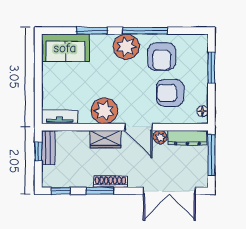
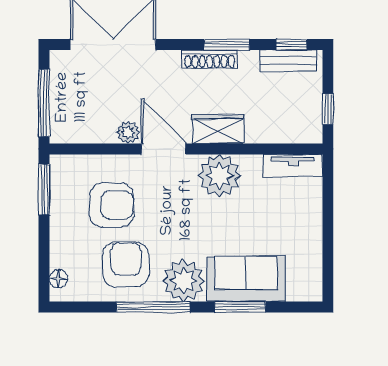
sofa: (65, 48) -> (246, 279), moved
window: (211, 68) -> (44, 190), moved
floor lamp: (203, 111) -> (59, 279), moved
dresser: (187, 138) -> (83, 131), removed
bench: (48, 148) -> (289, 61), moved, turned 90

